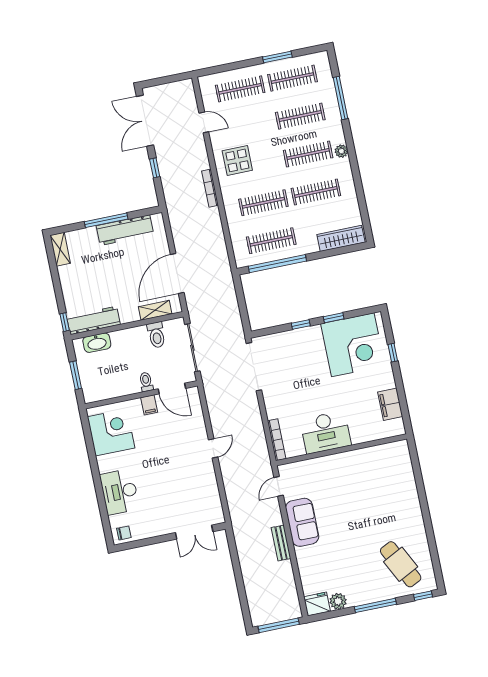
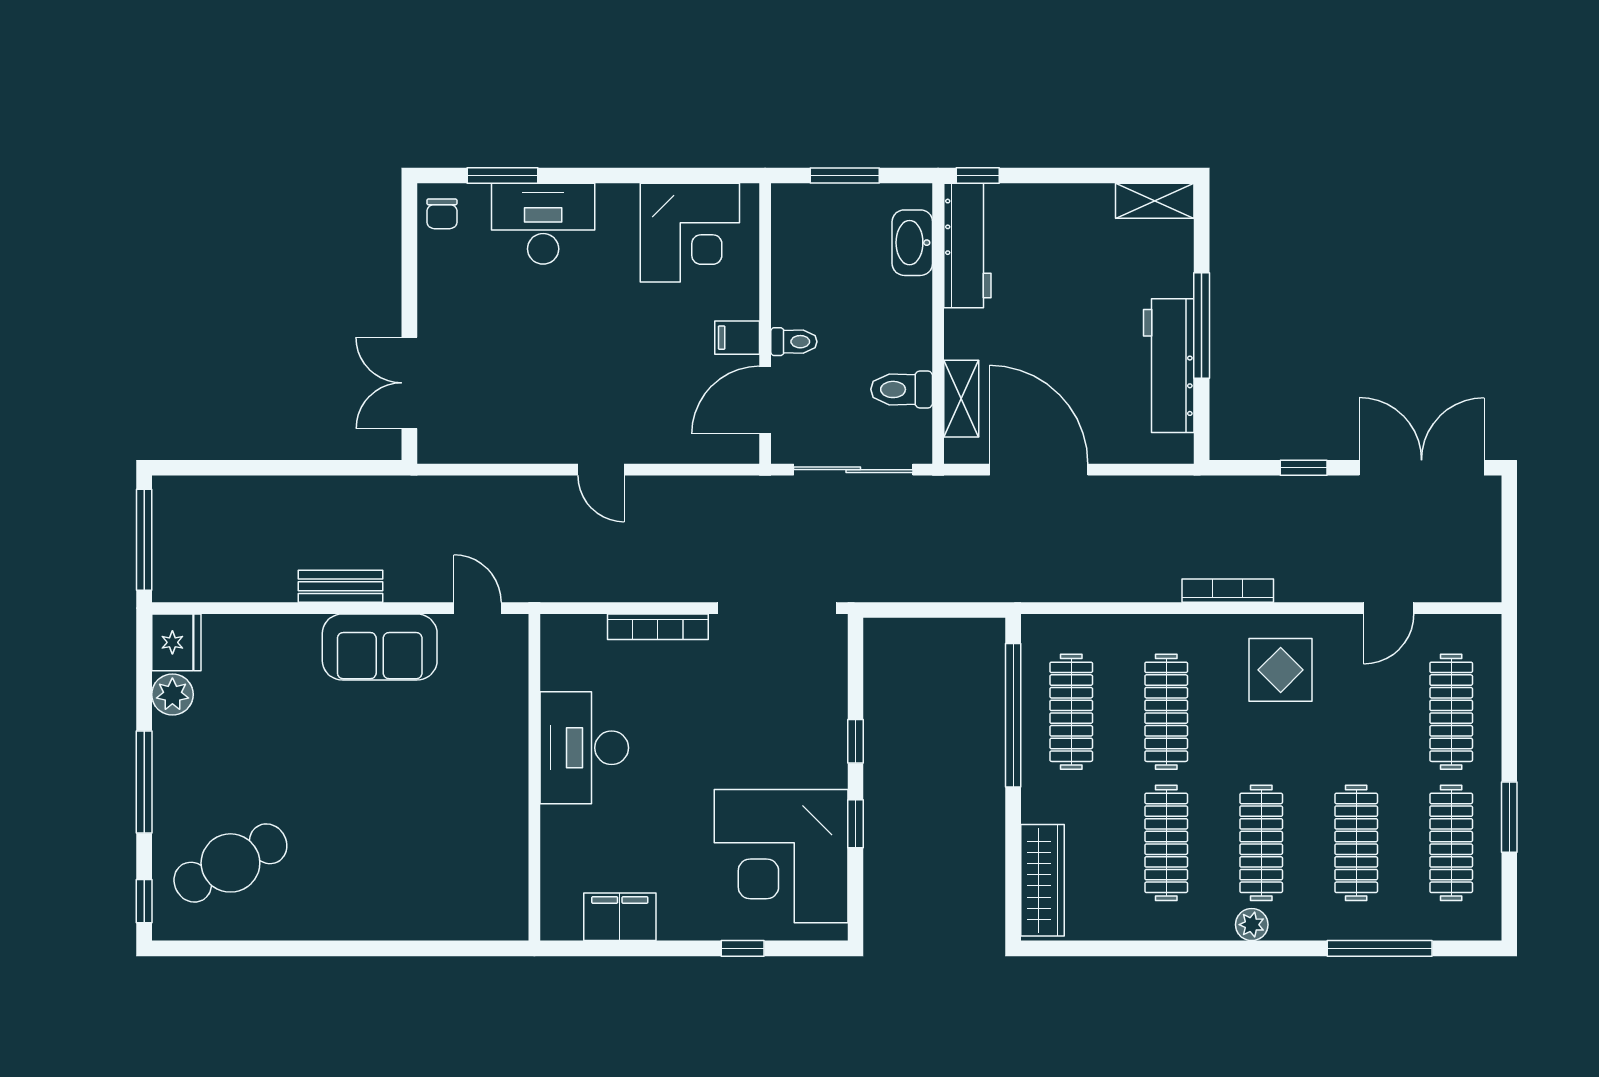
bookcase: (277, 440) -> (658, 627), moved
window: (104, 512) -> (502, 176), added

